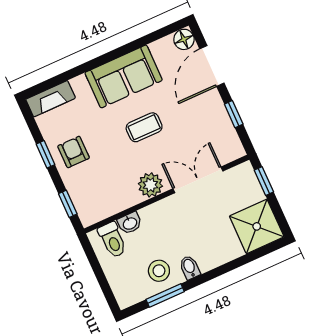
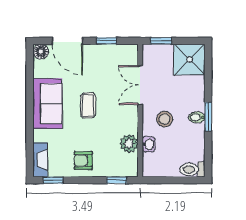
window: (45, 154) -> (53, 180), moved
plant: (150, 185) -> (129, 144), moved
toilet: (112, 240) -> (192, 169), moved, turned 180
stool: (159, 271) -> (165, 119), moved
window: (165, 295) -> (208, 117), moved

